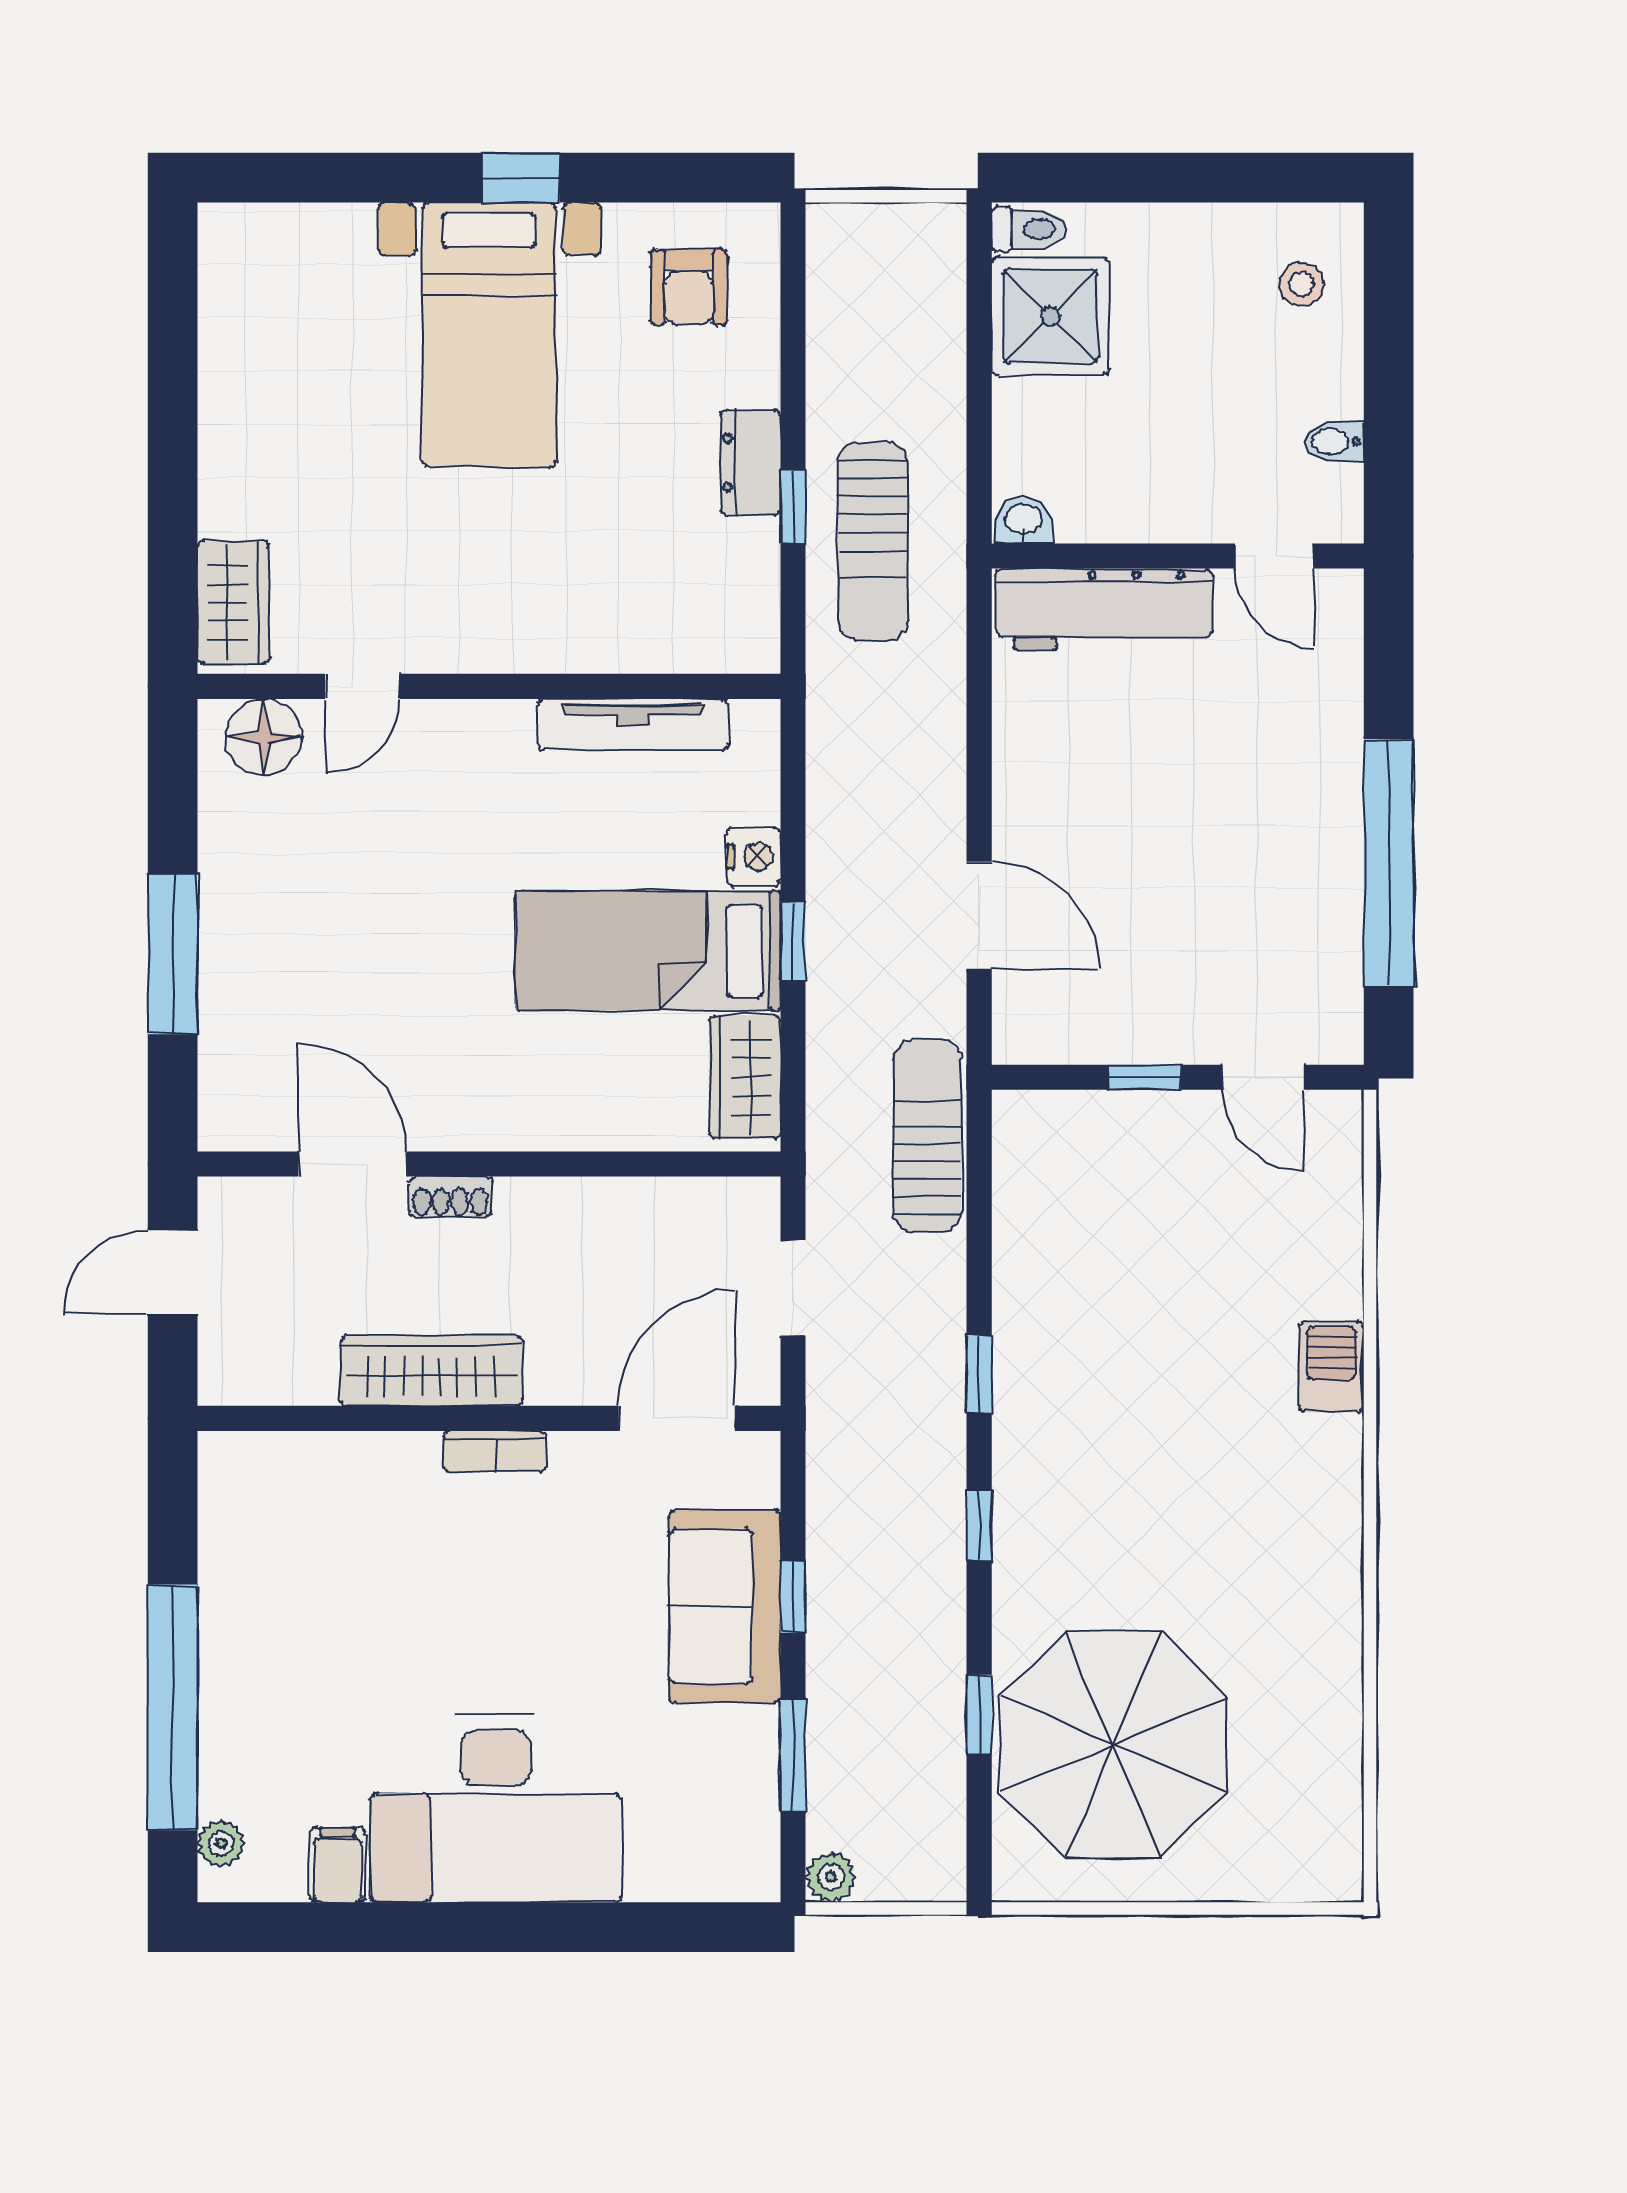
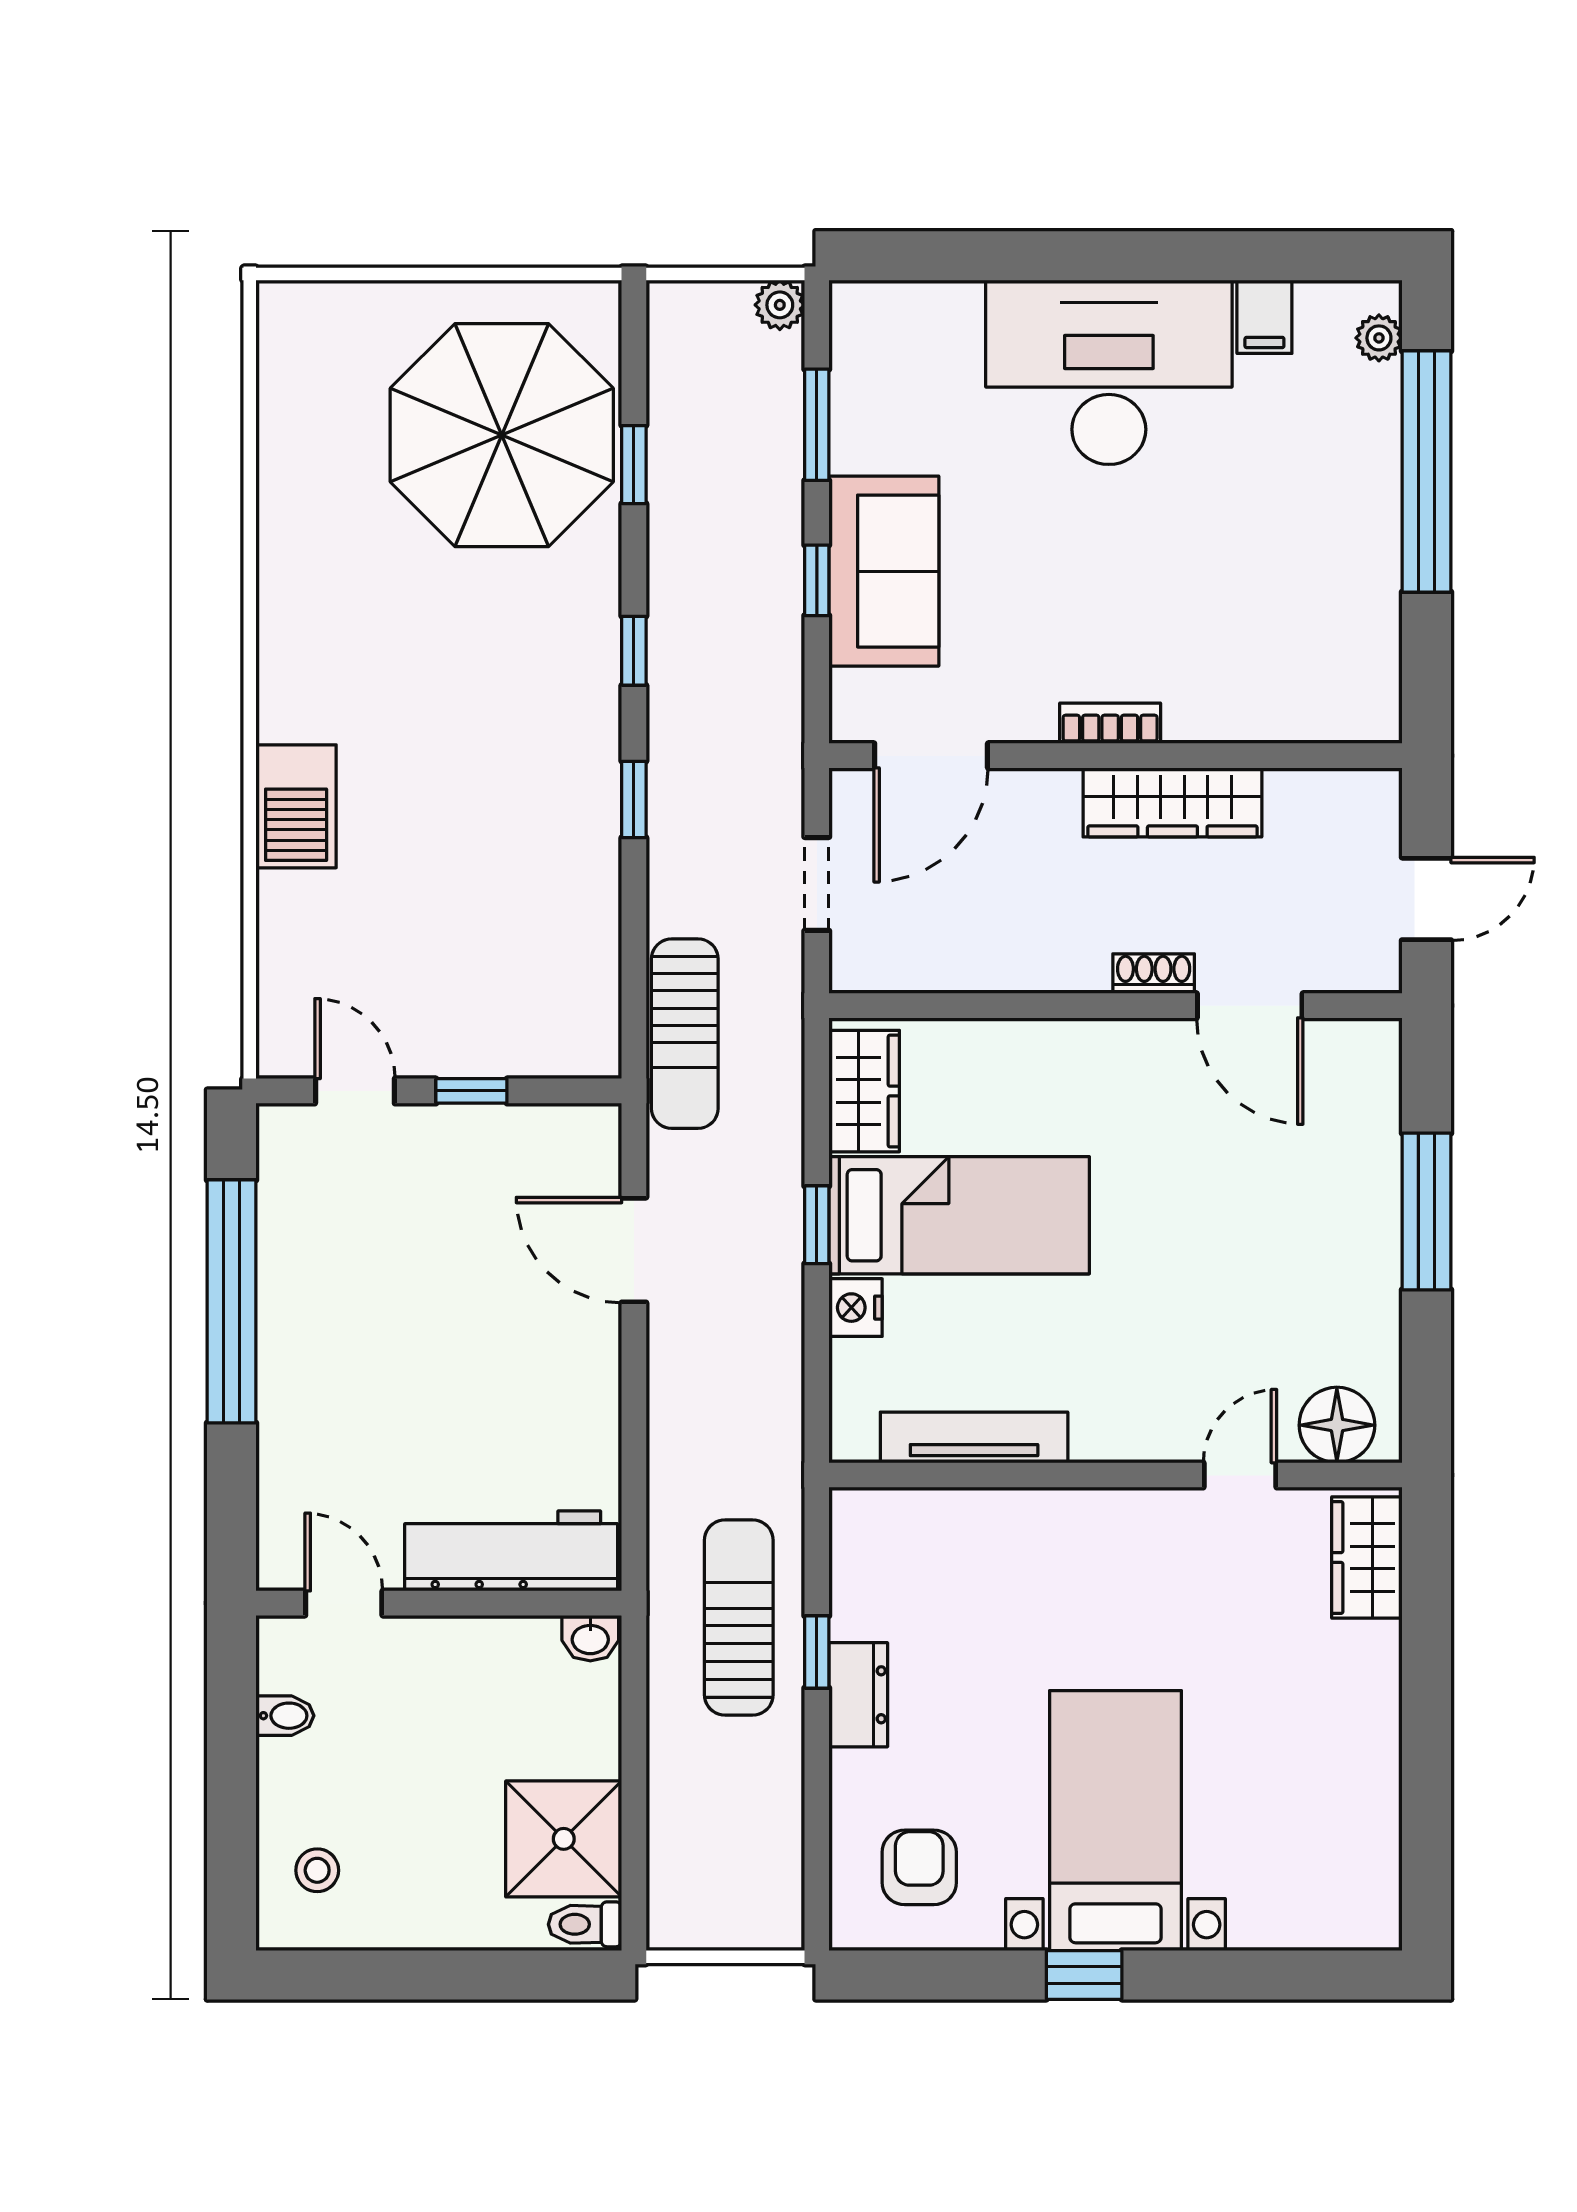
barbecue: (1331, 1367) -> (296, 806), width x1.38, depth x1.27

